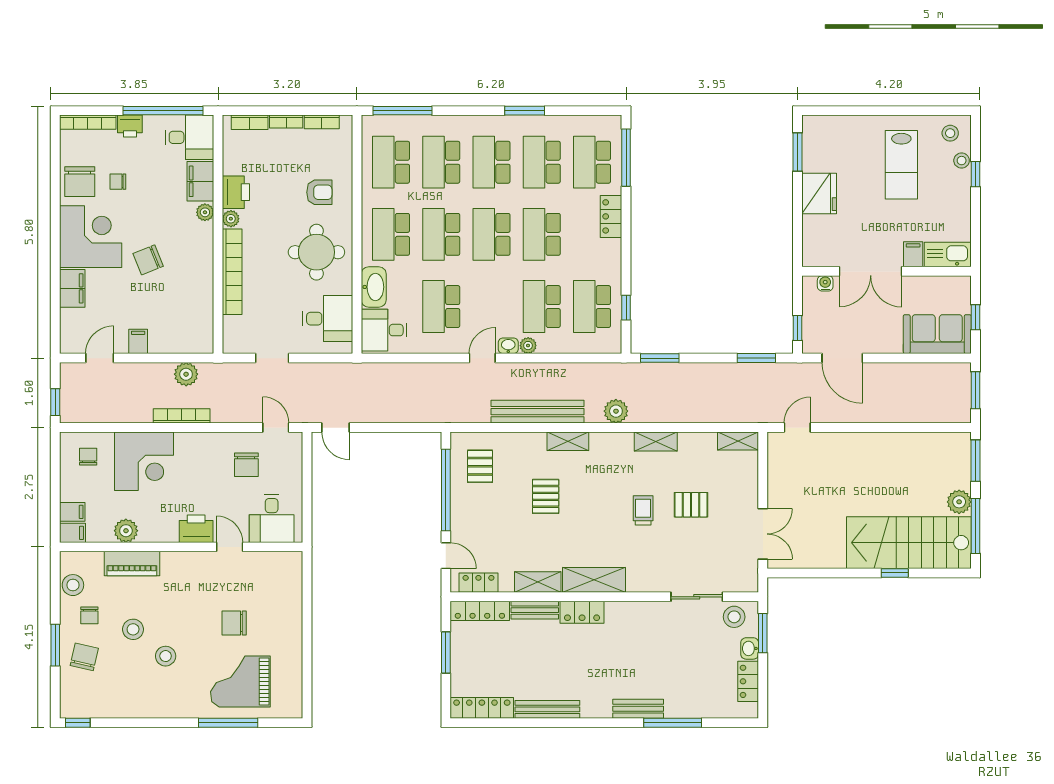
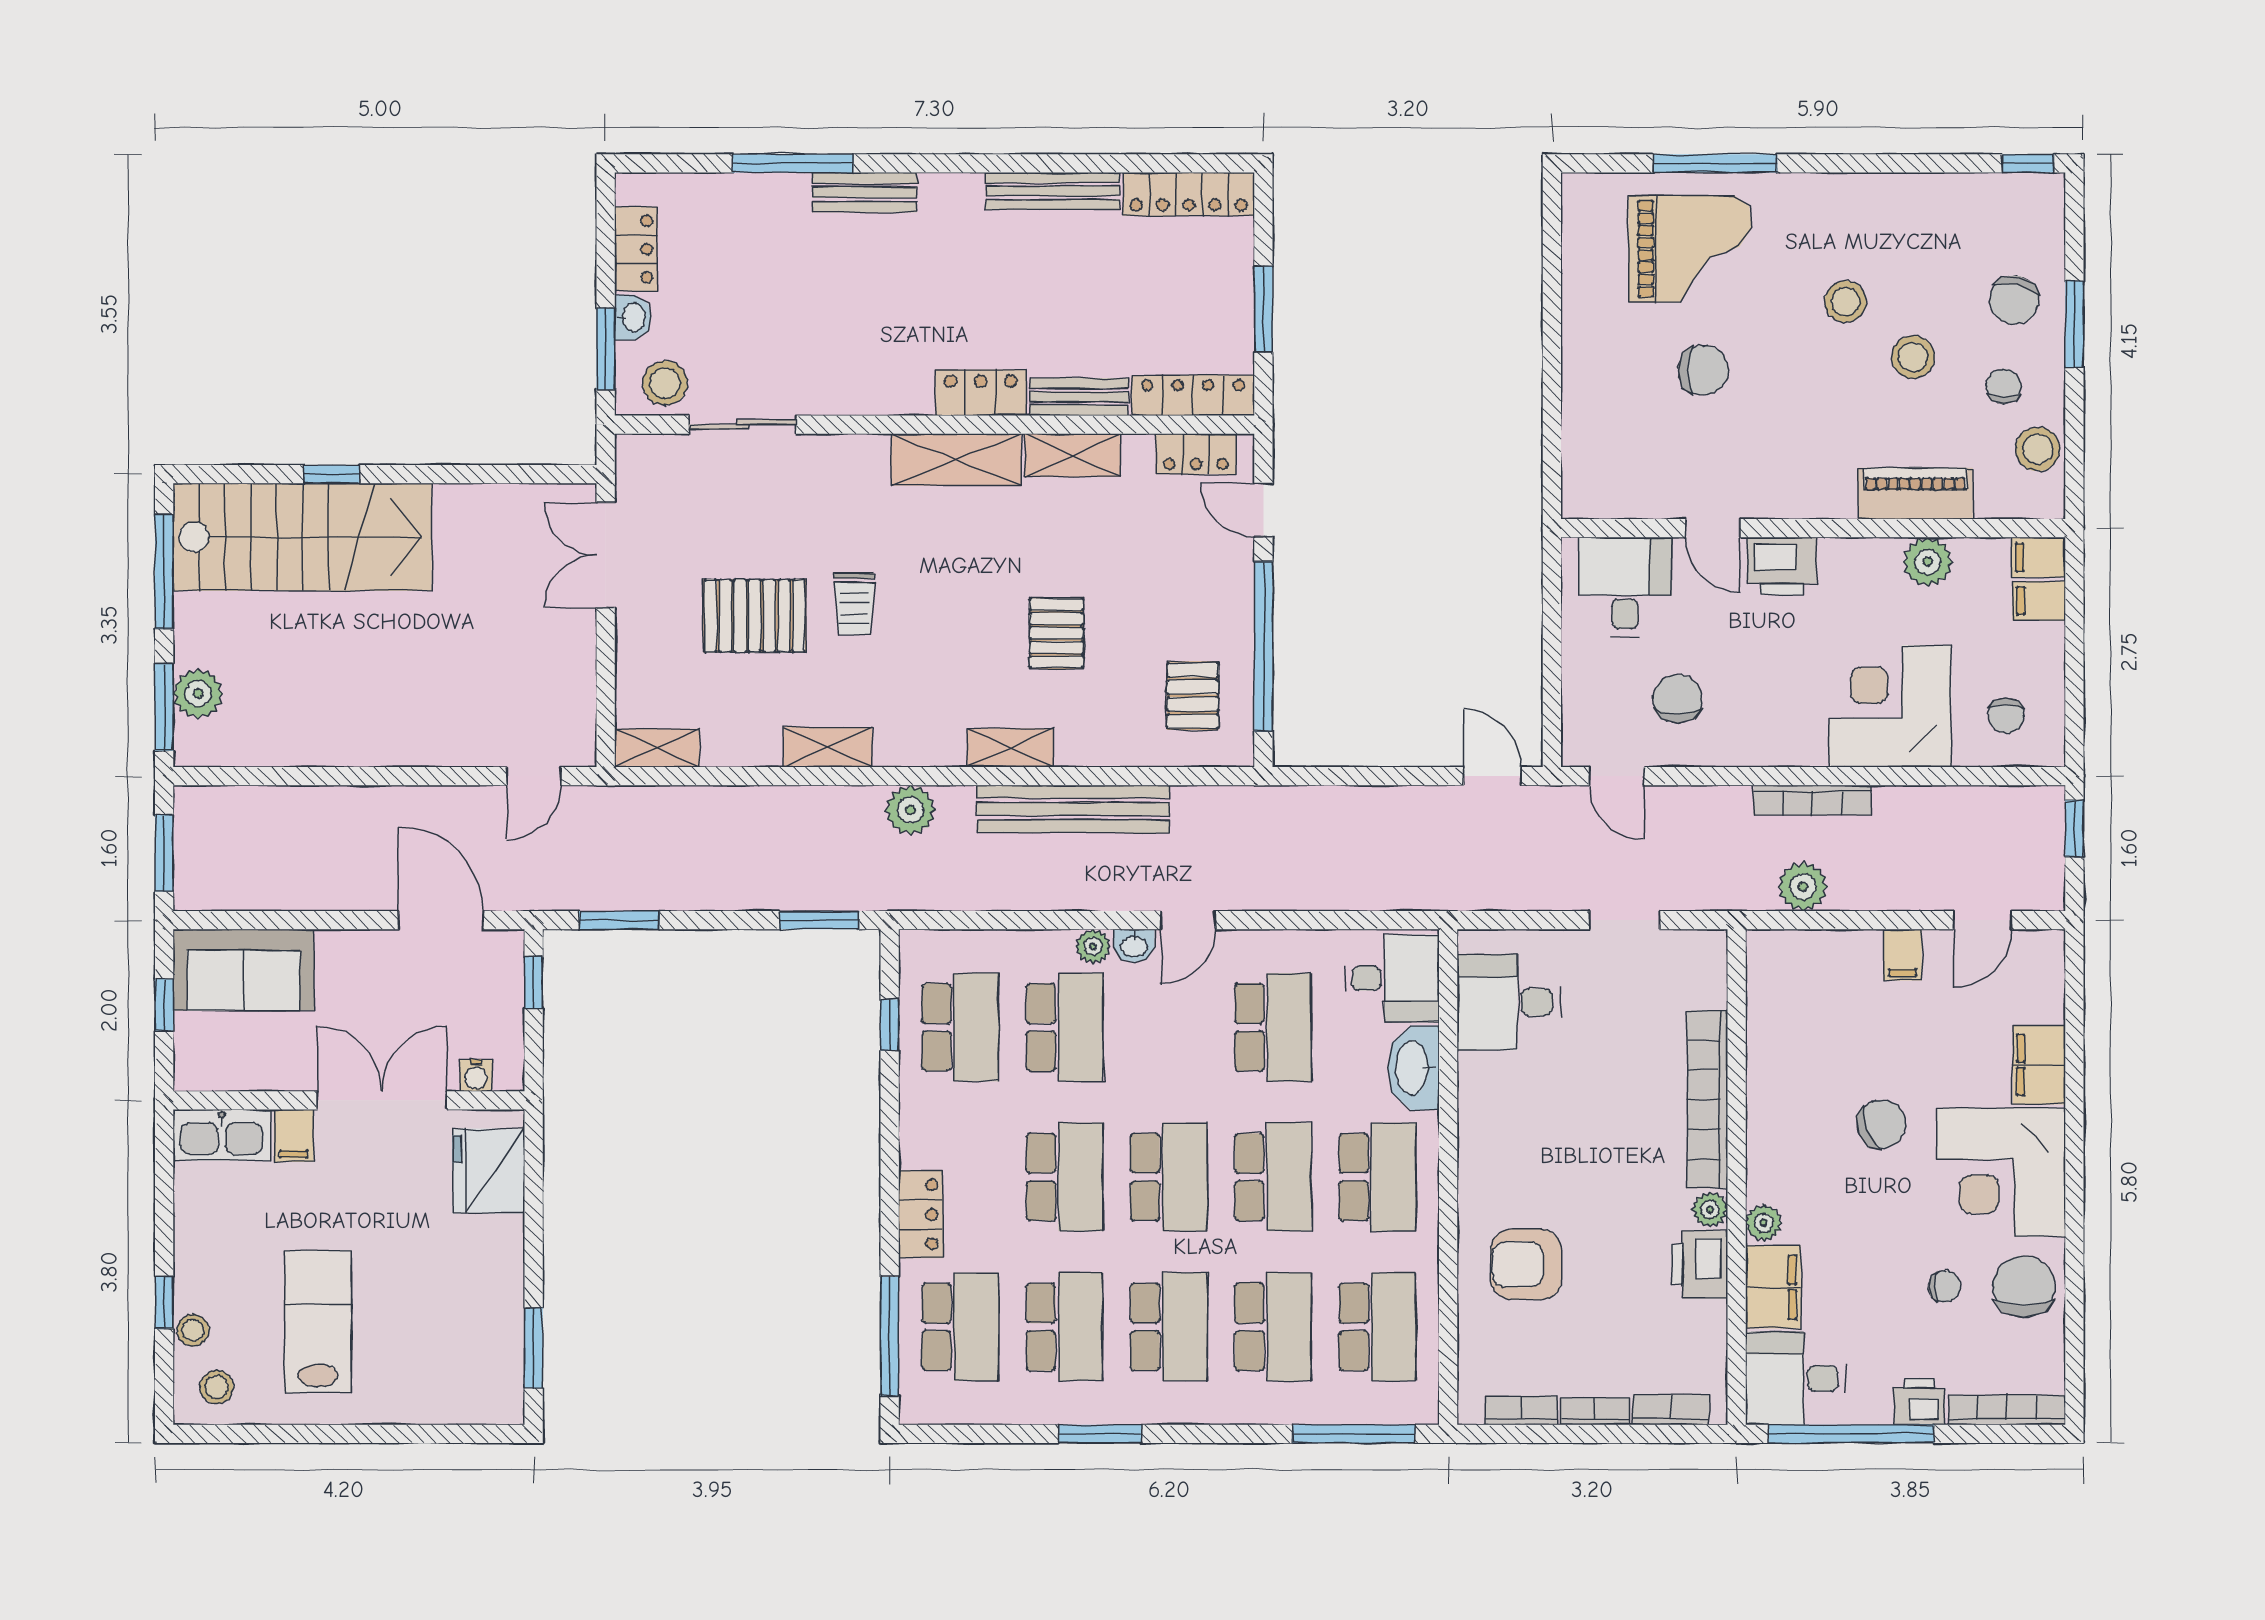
armchair: (319, 192) -> (1526, 1264), width x1.38, depth x1.38
fridge: (819, 194) -> (489, 1171), moved
round table: (316, 252) -> (1532, 1140), removed
plant: (959, 502) -> (198, 694), moved
pallet: (691, 505) -> (755, 616), width x1.50, depth x1.42

